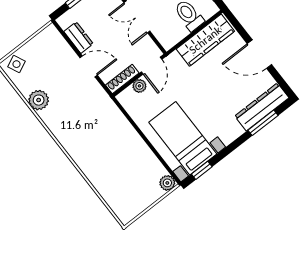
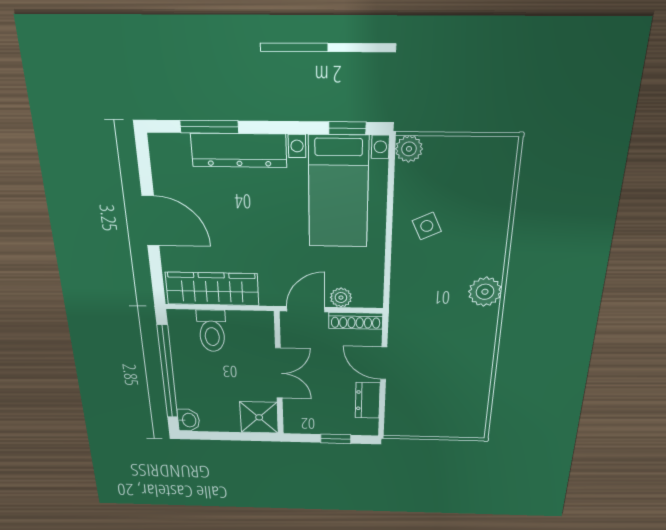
side table: (16, 64) -> (427, 226), moved
plant: (39, 100) -> (485, 292), moved
dresser: (262, 107) -> (239, 150), moved

